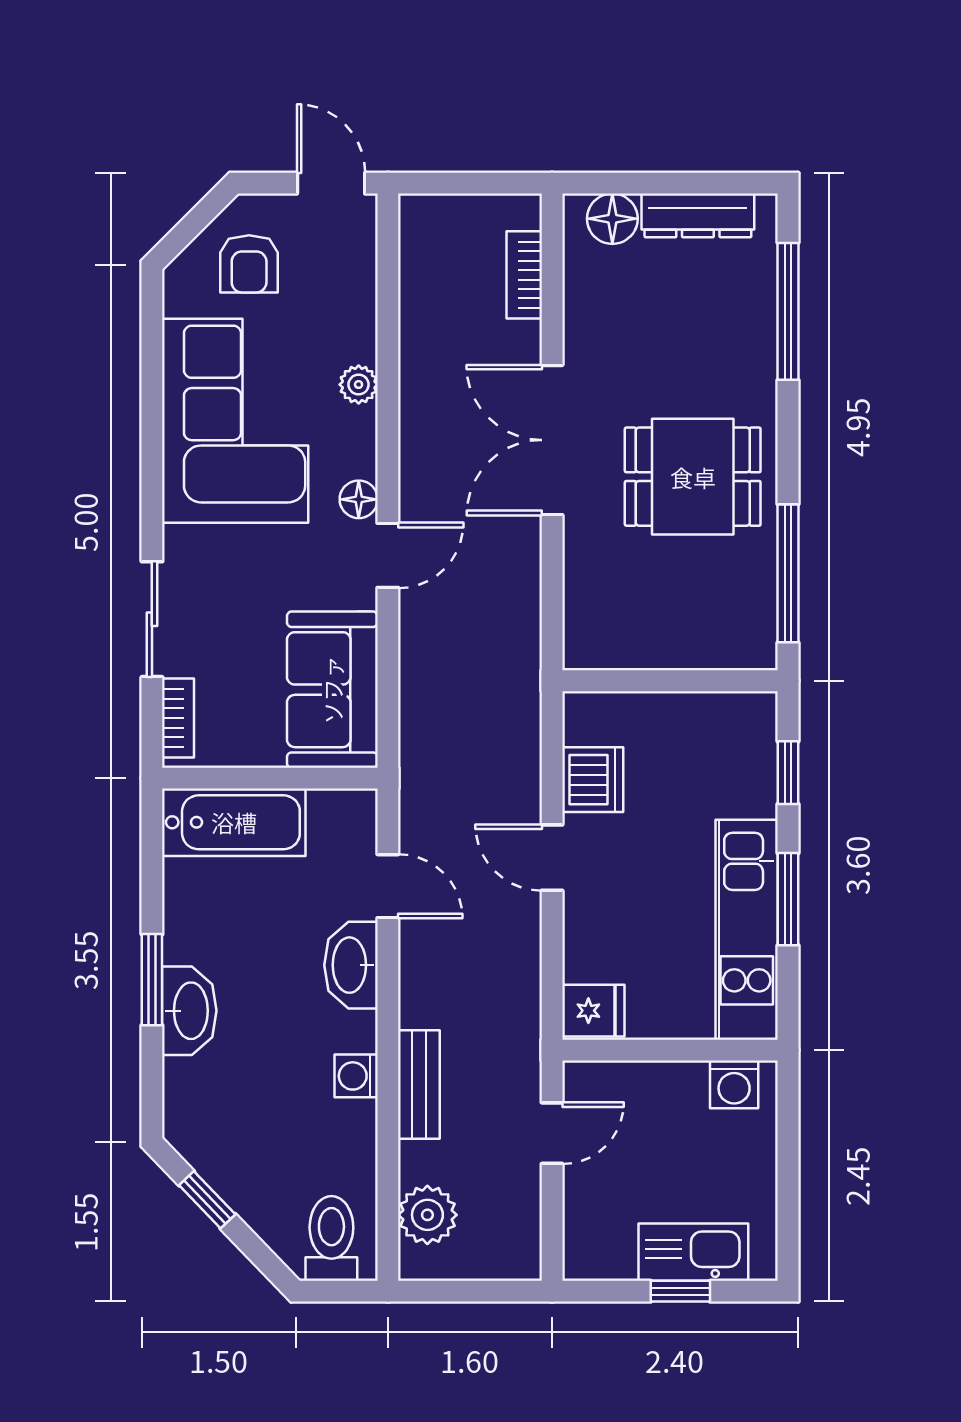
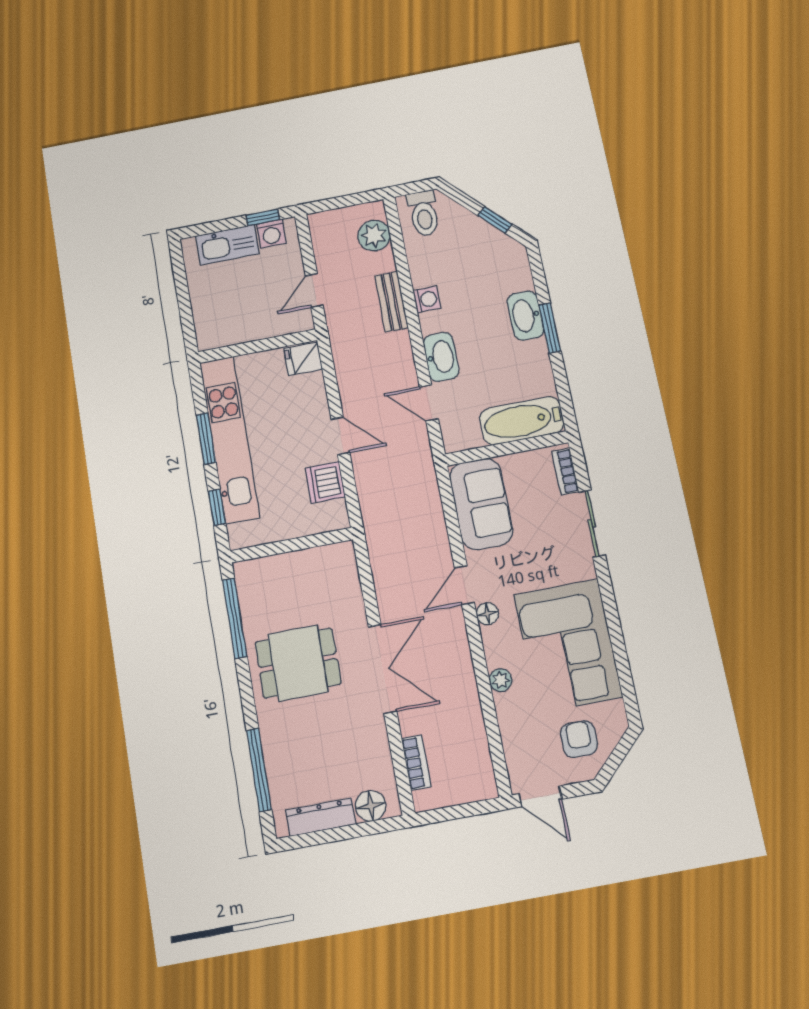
kitchen unit: (747, 930) -> (230, 439), width x1.36
washing machine: (734, 1084) -> (271, 234), moved, turned 180
window: (680, 1291) -> (263, 217), moved

